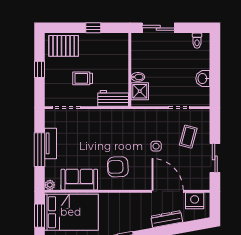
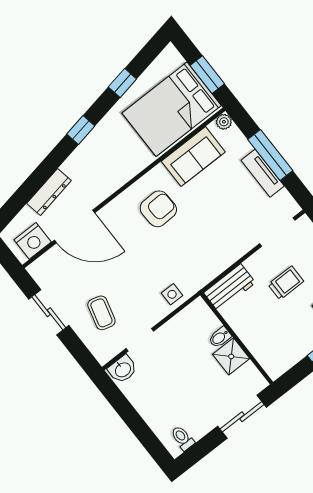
washbasin: (203, 79) -> (123, 369), moved, turned 90
shower: (140, 91) -> (231, 356), moved
side table: (156, 146) -> (172, 294), moved

